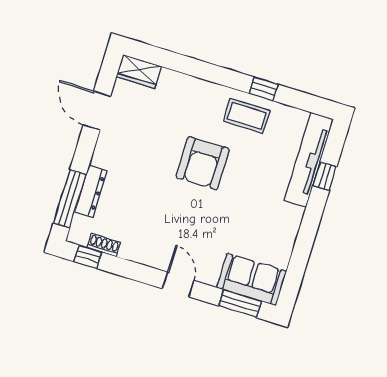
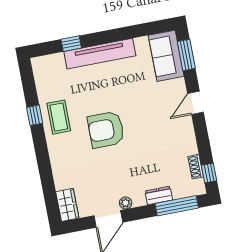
plant: (105, 141) -> (126, 203), added
tv unit: (309, 160) -> (100, 54), moved
armchair: (203, 163) -> (106, 130), turned 180
dresser: (91, 191) -> (159, 195), width x0.70

